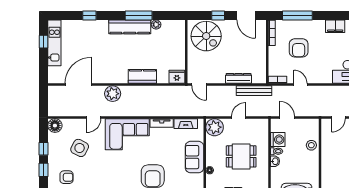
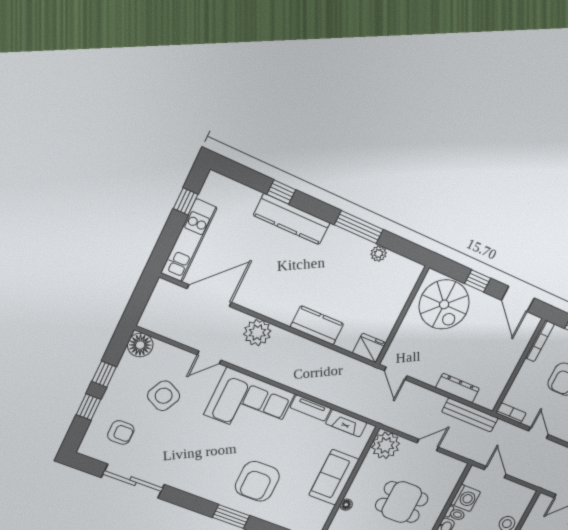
kitchen counter: (130, 27) -> (292, 219), moved
kitchen unit: (54, 43) -> (189, 240), moved

